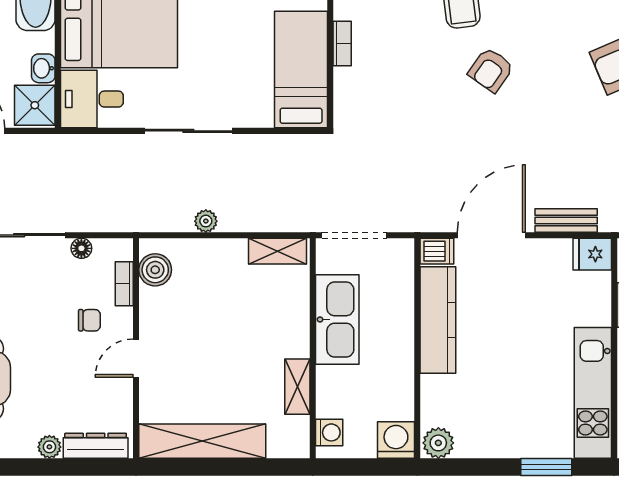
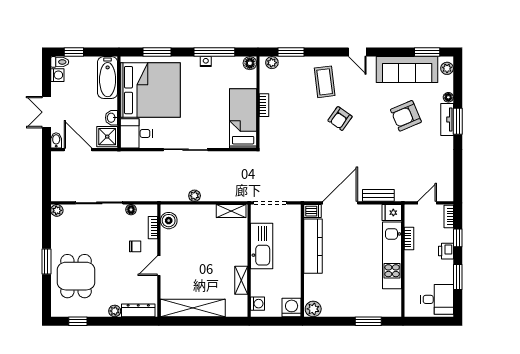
kitchen unit: (593, 393) -> (392, 255), moved

